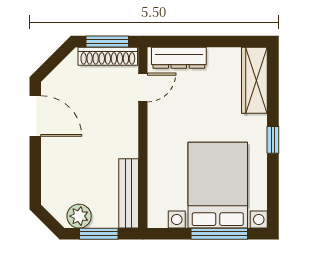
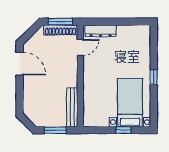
wardrobe: (254, 80) -> (143, 43), removed
bed with nightstands: (218, 185) -> (130, 103), width x0.73
plant: (79, 216) -> (44, 120), removed
window: (219, 234) -> (123, 130), width x0.46

